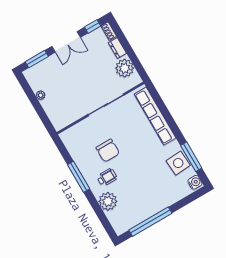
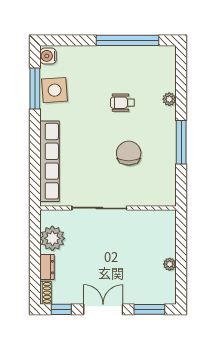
wheelchair: (107, 177) -> (122, 103), moved
plant: (108, 201) -> (169, 99), width x0.53, depth x0.53

